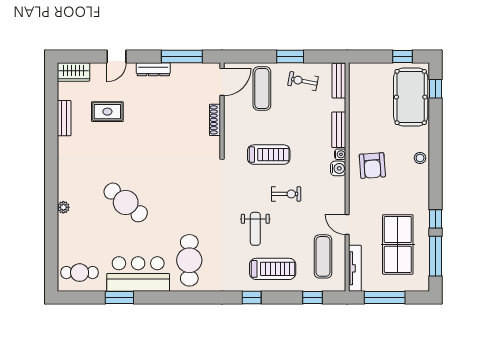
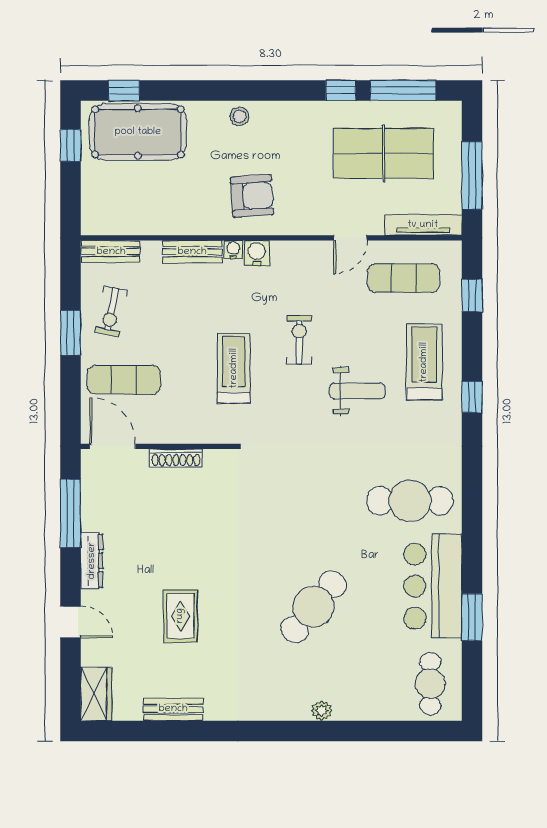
rug: (107, 112) -> (180, 616), moved

